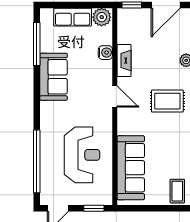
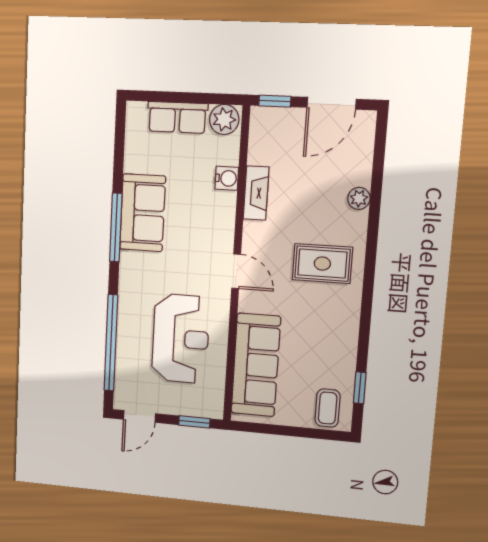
window: (37, 44) -> (116, 228), moved
door: (115, 97) -> (236, 271), moved

